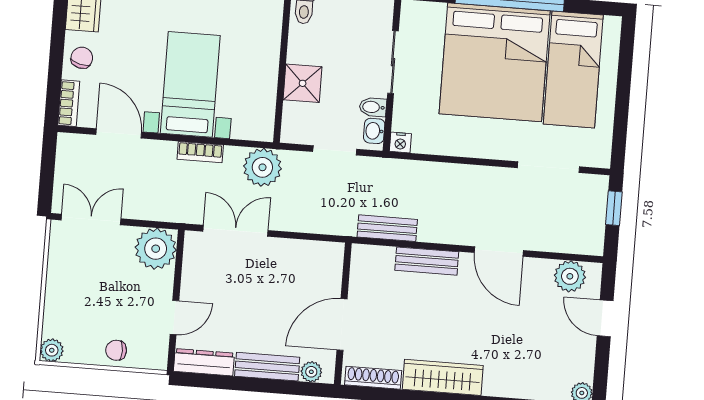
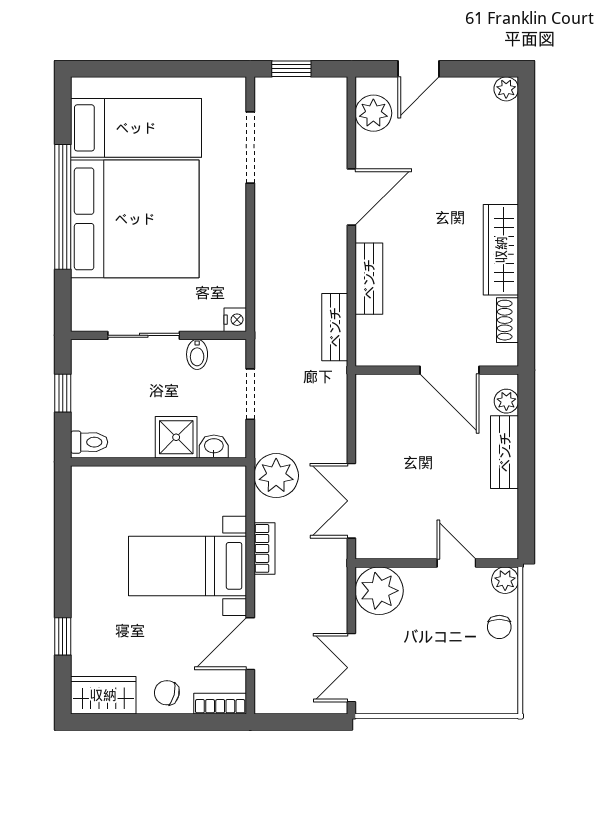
washbasin: (374, 131) -> (214, 446), moved, turned 180
plant: (52, 350) -> (505, 580), moved
dresser: (204, 362) -> (505, 525), removed
shoe rack: (373, 378) -> (507, 320), width x0.70

